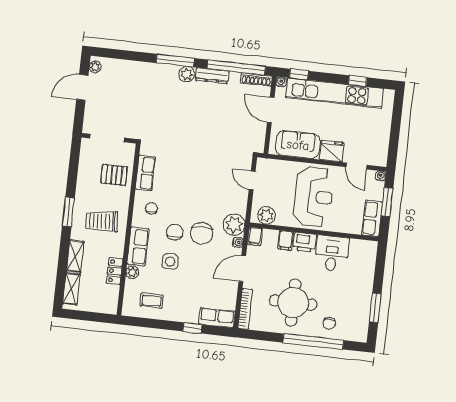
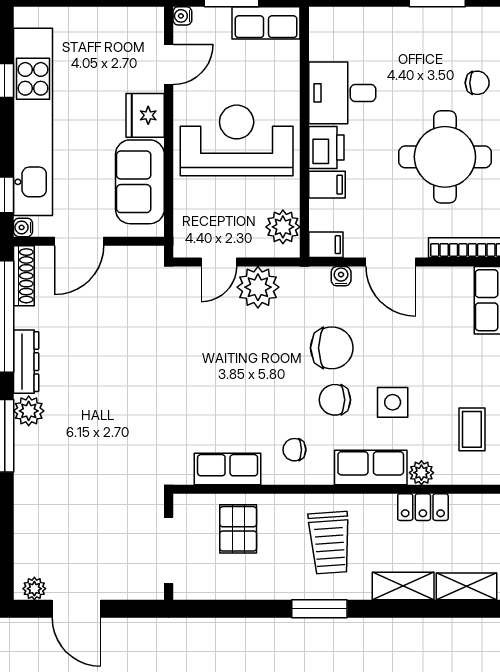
plant: (234, 225) -> (258, 287), moved

